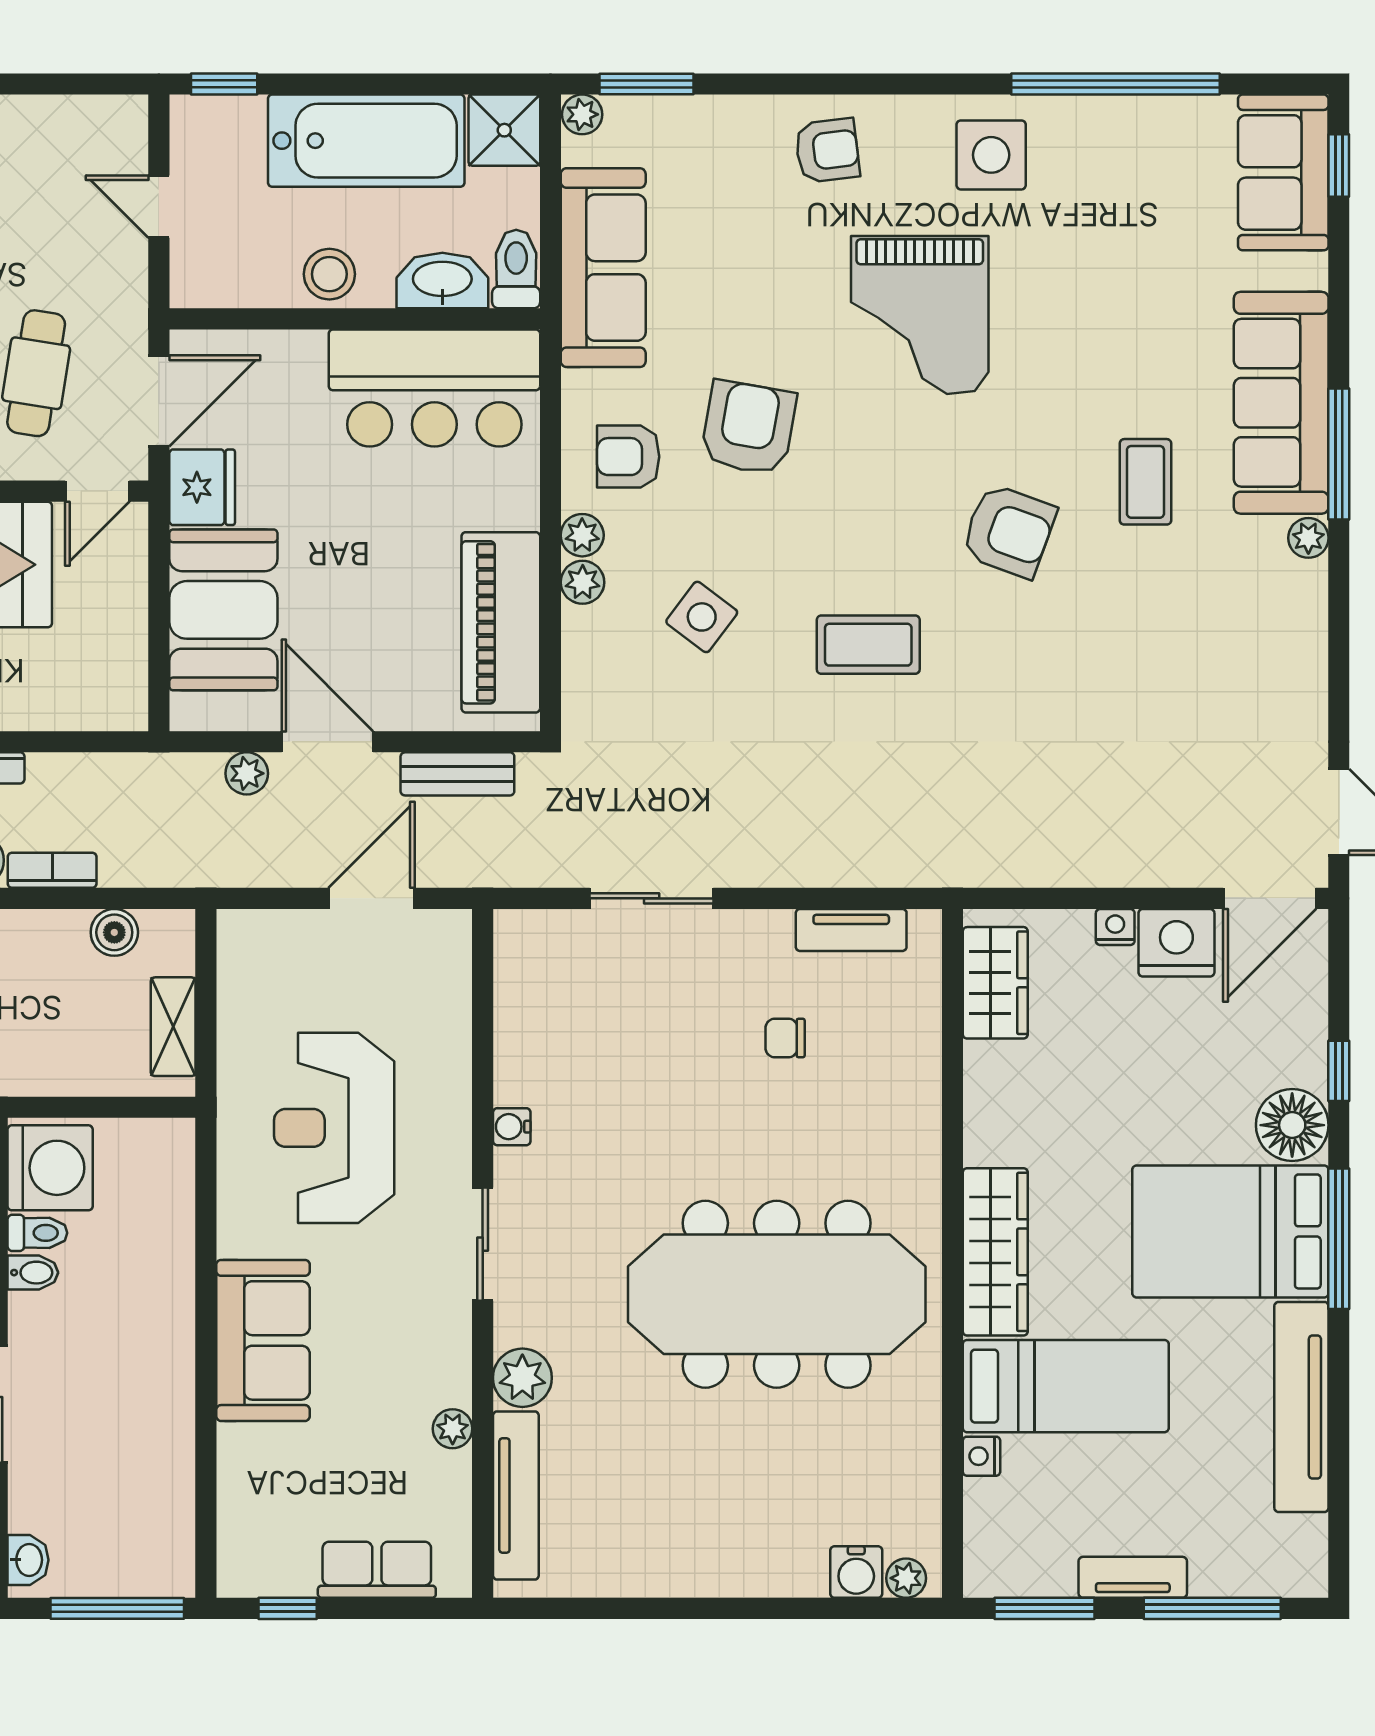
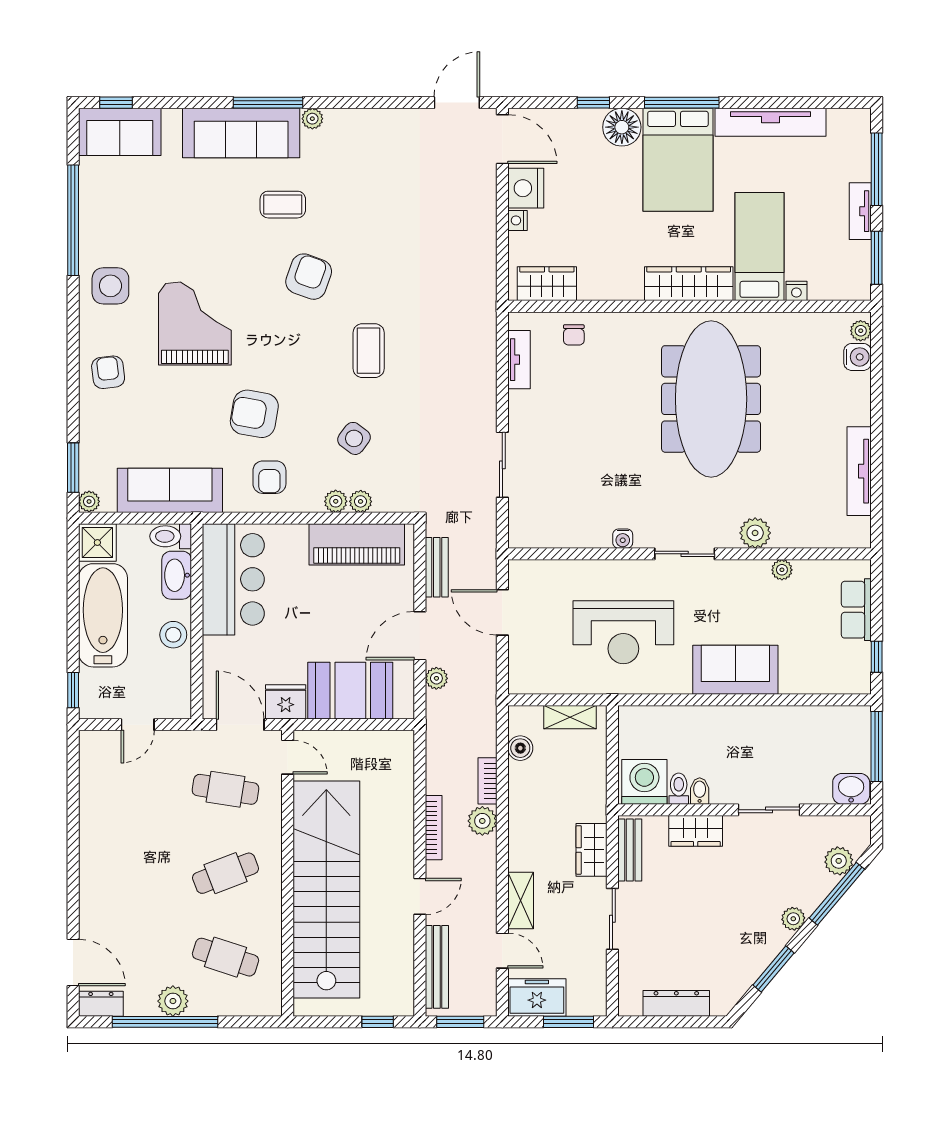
grand piano: (920, 315) -> (195, 324), turned -90
plant: (582, 535) -> (361, 501), moved
chair: (785, 1038) -> (574, 335), moved
tv unit: (516, 1495) -> (859, 471), moved, turned -90
washbasin: (28, 1560) -> (851, 789), width x1.38, depth x1.45

